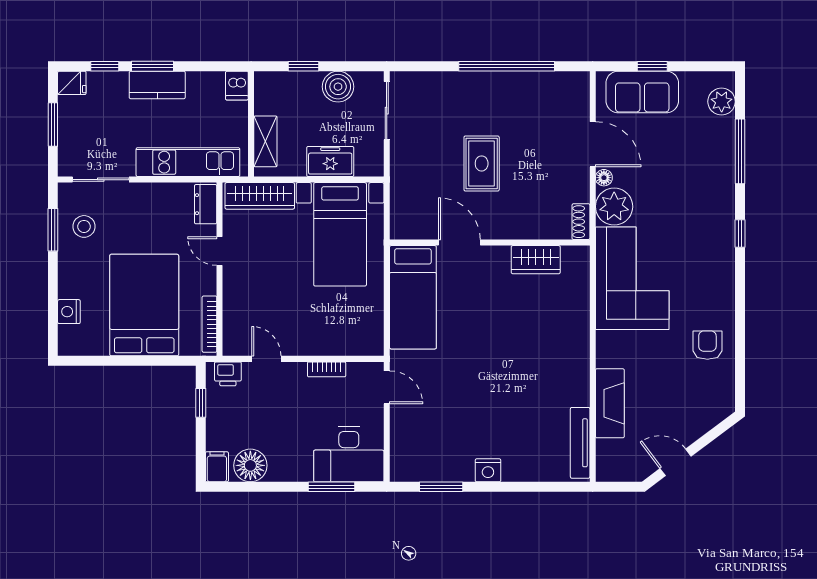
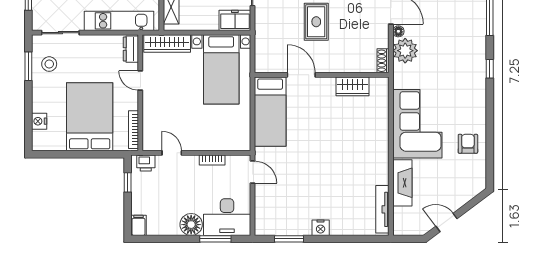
freezer: (330, 161) -> (235, 20), moved
corner sofa: (632, 278) -> (417, 124), moved
floor lamp: (250, 465) -> (191, 225), moved

